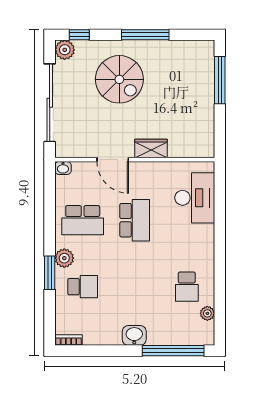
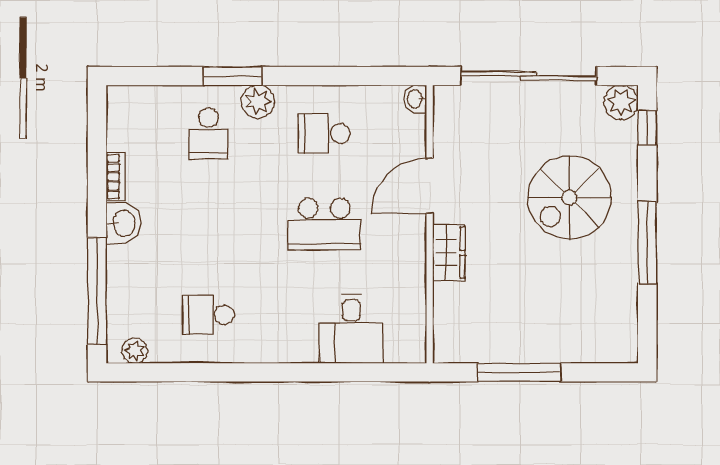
window: (220, 80) -> (519, 372), moved
desk: (195, 198) -> (351, 329), width x0.73
school desk: (83, 220) -> (324, 133), width x0.54
plant: (207, 313) -> (135, 351), moved
bookcase: (68, 340) -> (115, 177), moved

